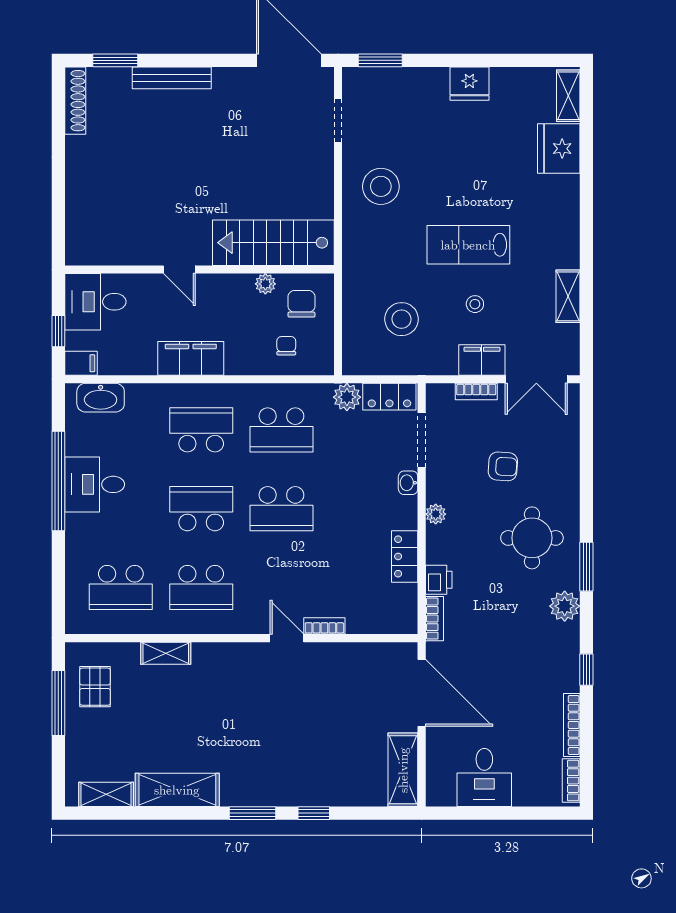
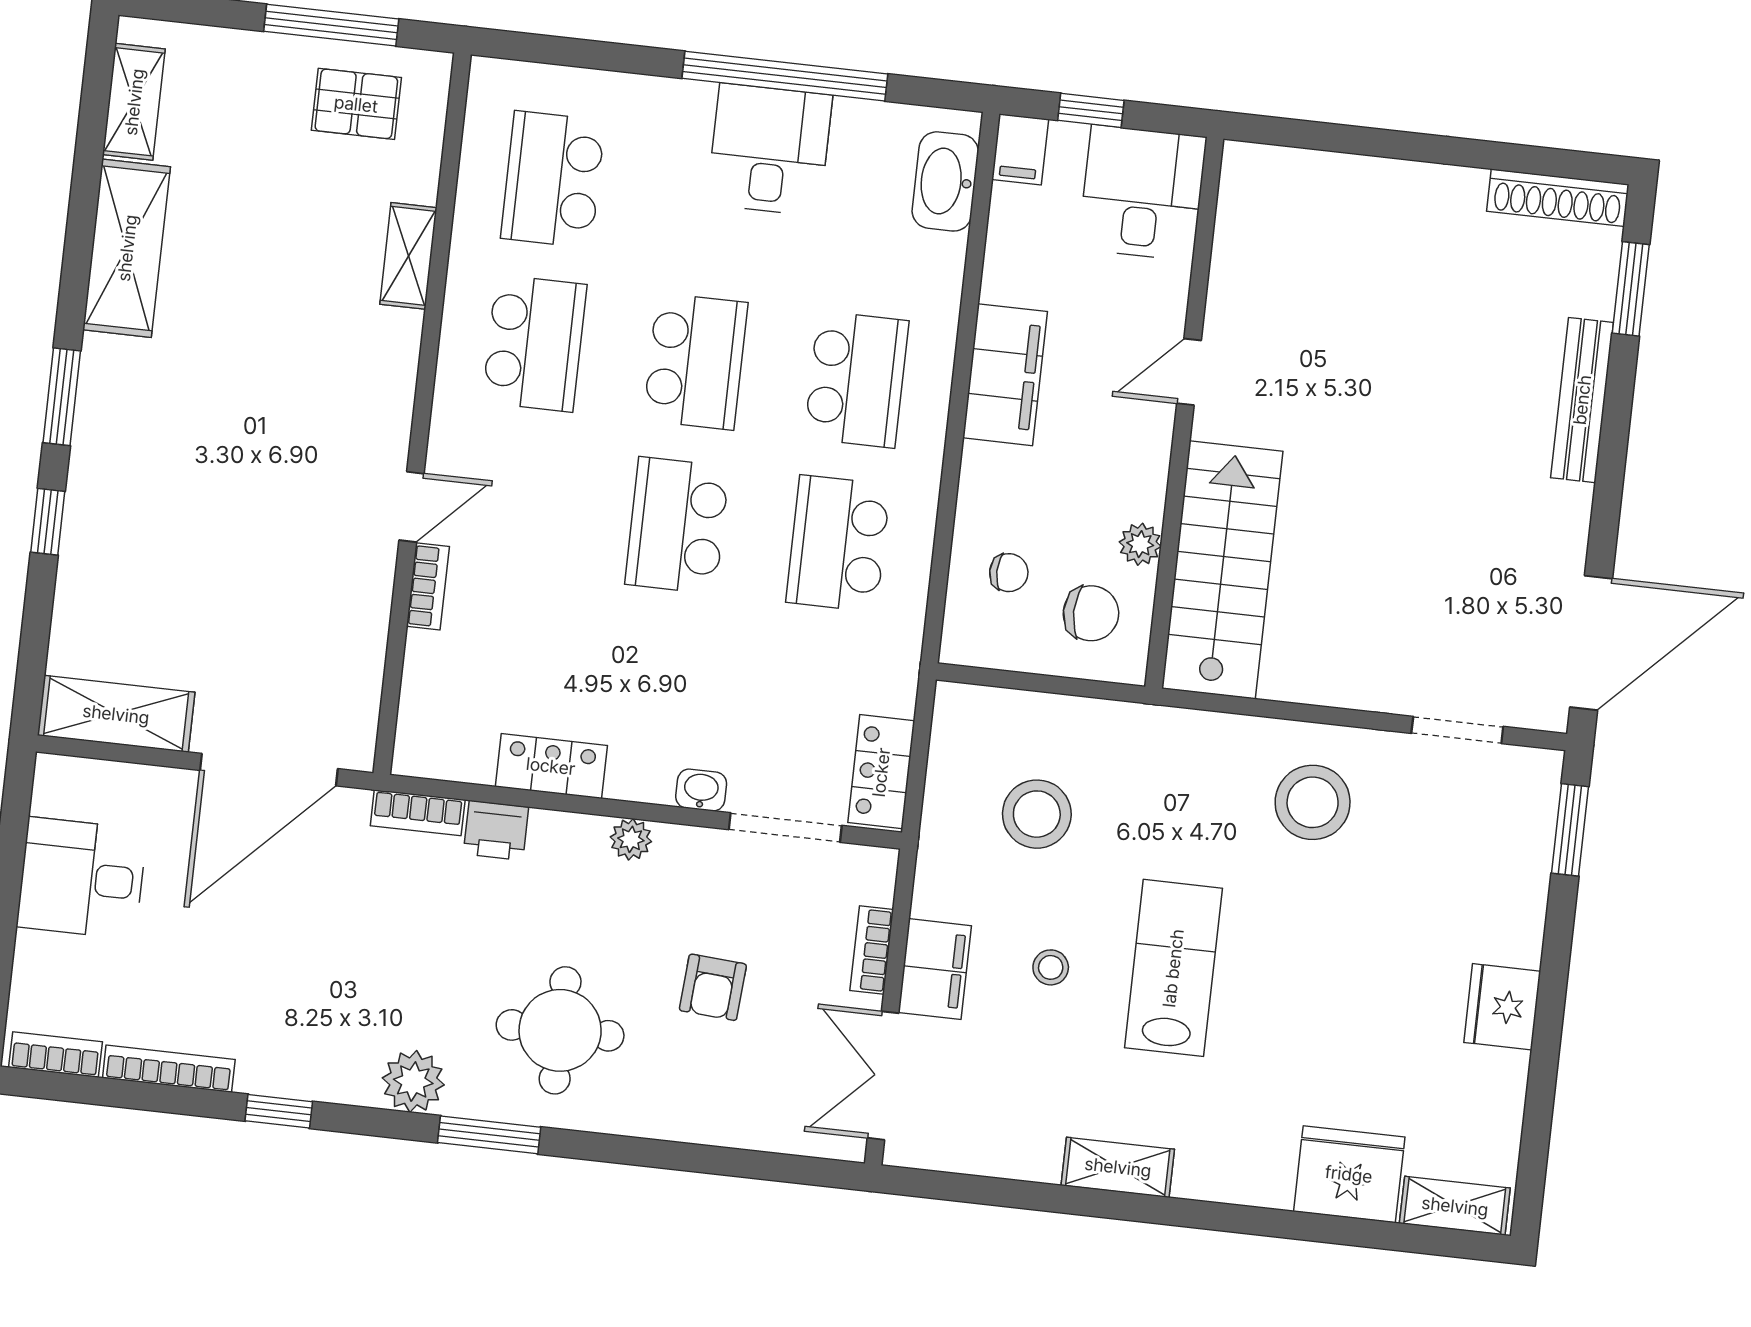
shelving: (568, 296) -> (1118, 1167), moved
plant: (347, 397) -> (890, 685), removed
school desk: (201, 588) -> (535, 343), turned 180

